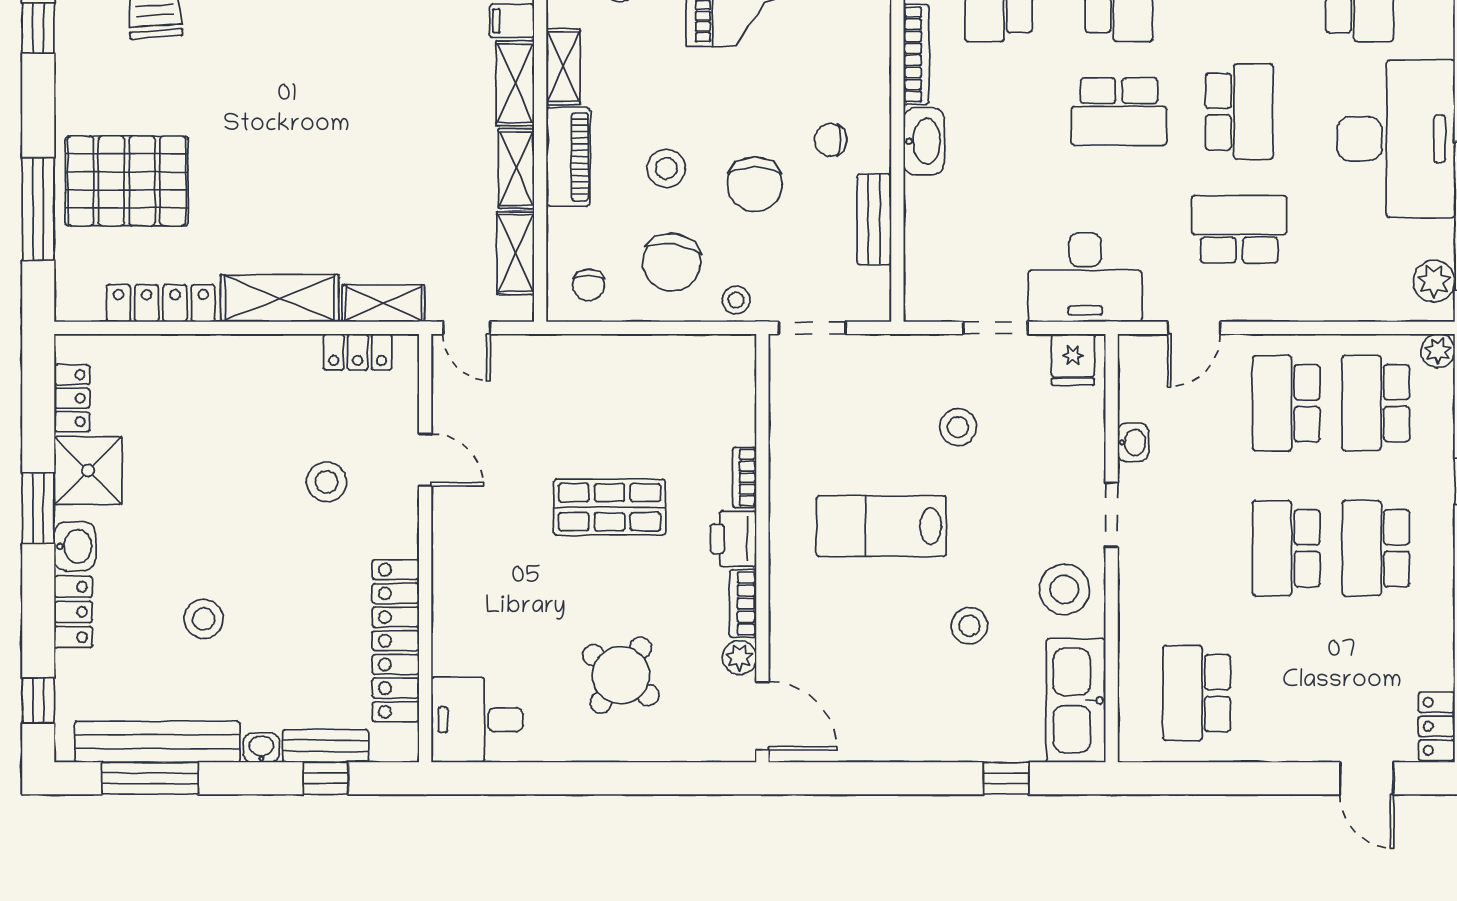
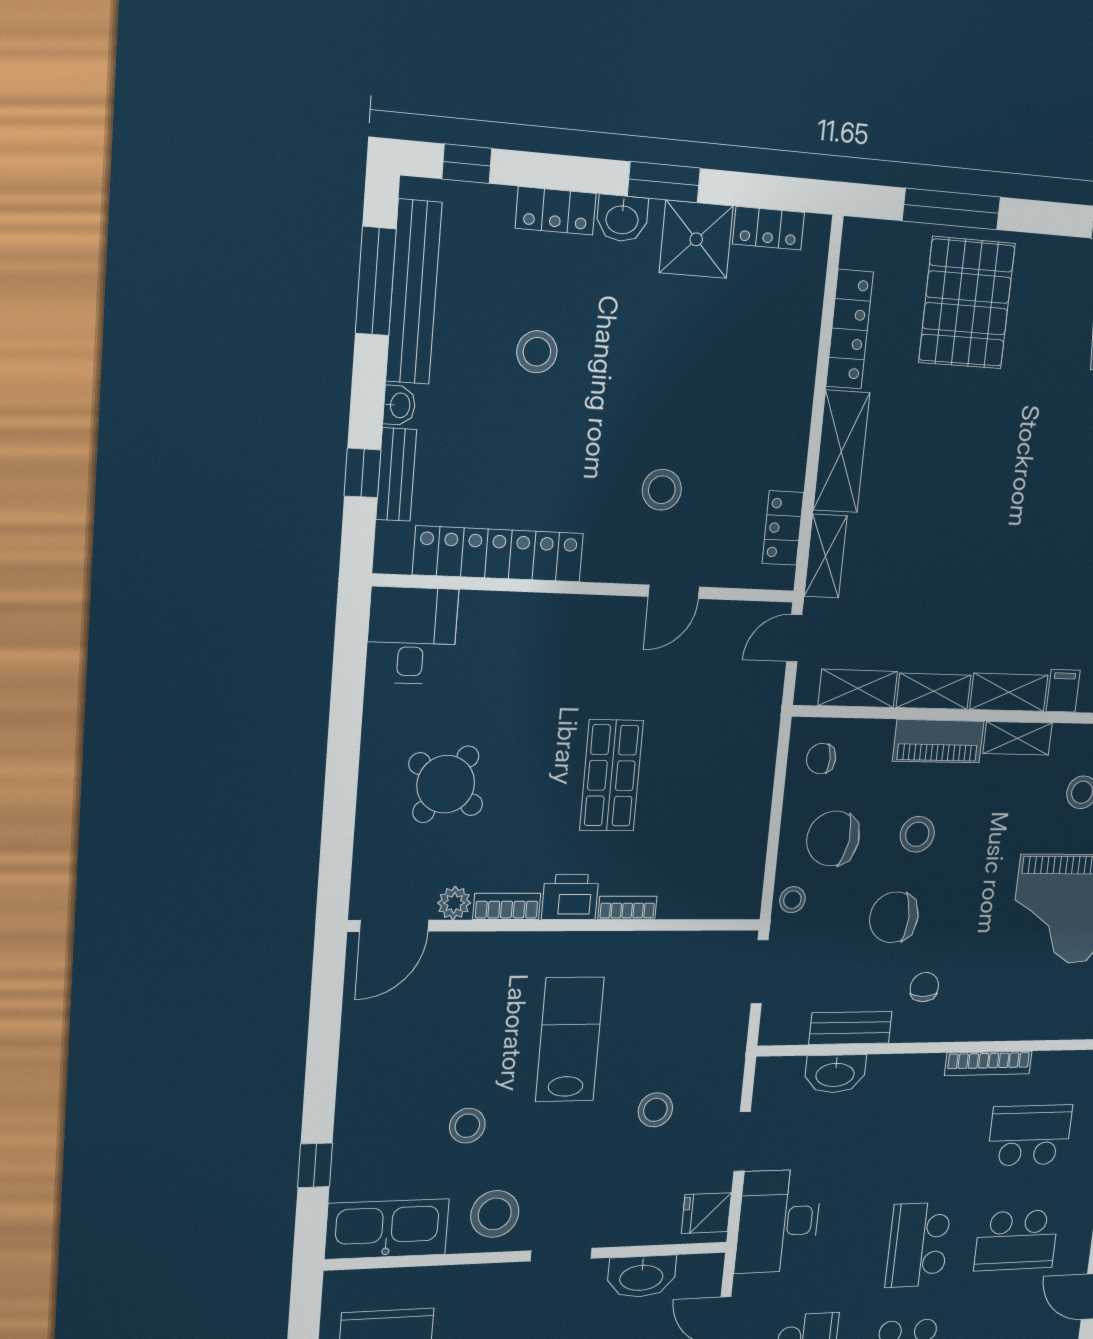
washbasin: (924, 141) -> (835, 1074), moved
washbasin: (1133, 442) -> (641, 1277), width x1.91, depth x1.45

